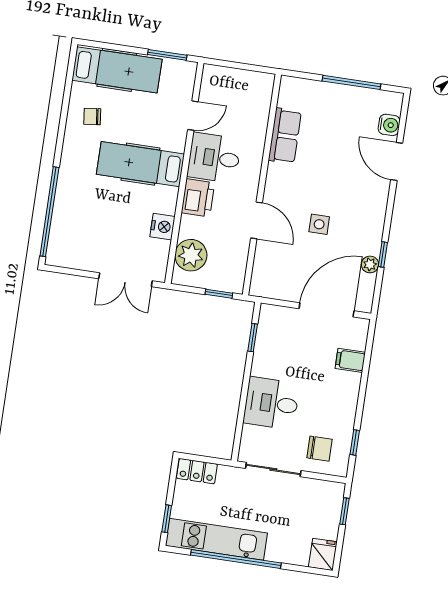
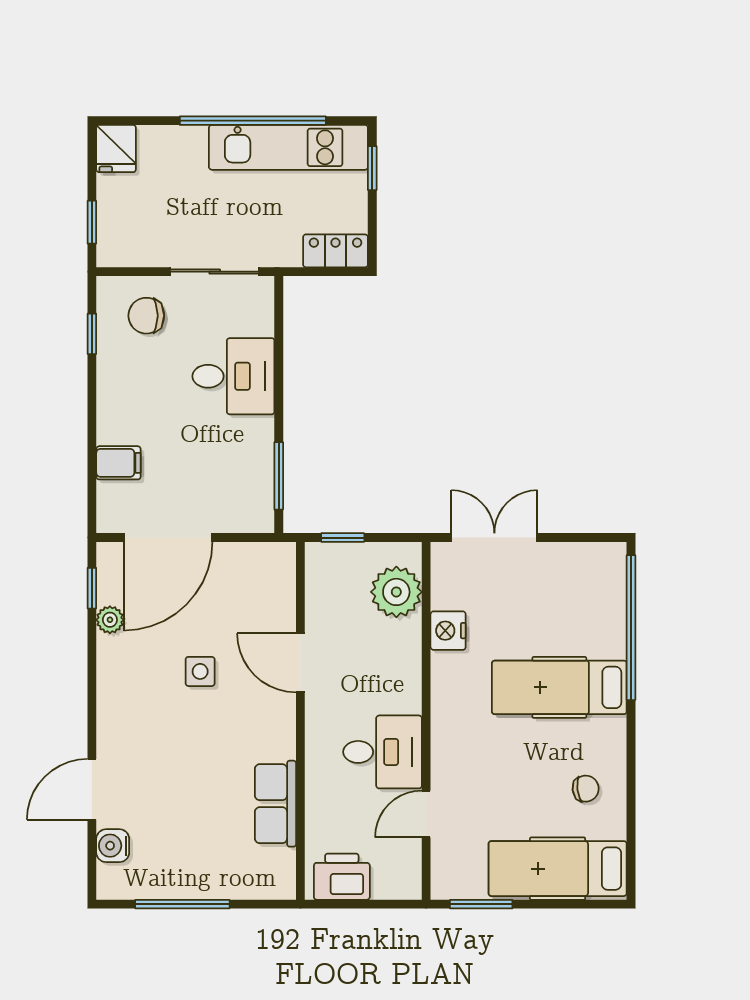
door: (397, 162) -> (92, 789), swing flipped
hospital bed: (140, 164) -> (559, 687), moved, turned 180
printer: (198, 198) -> (342, 877), moved, turned 90
window: (383, 254) -> (92, 588), moved
window: (253, 338) -> (279, 476), width x1.50

